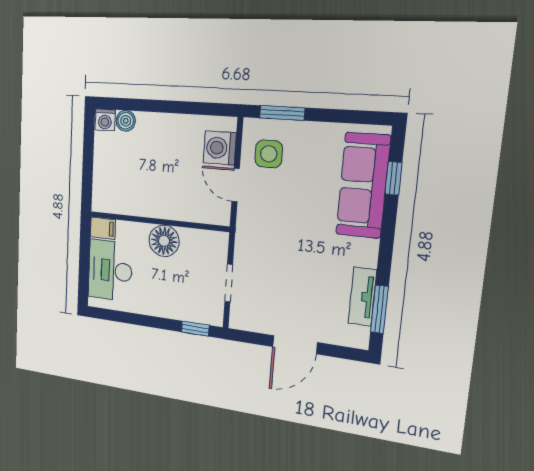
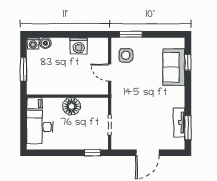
washing machine: (220, 148) -> (79, 46), moved, turned -90
window: (88, 166) -> (24, 69), added
sofa: (363, 185) -> (174, 67), width x0.73

